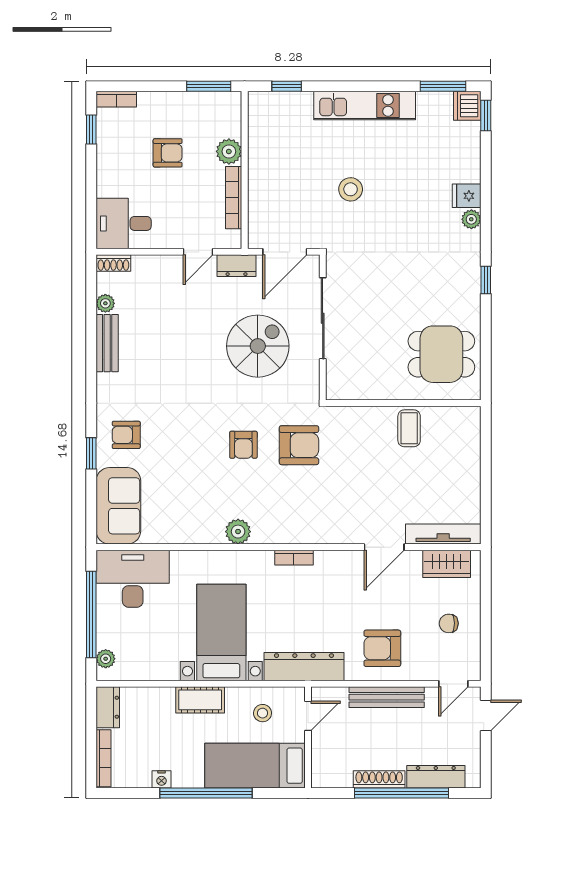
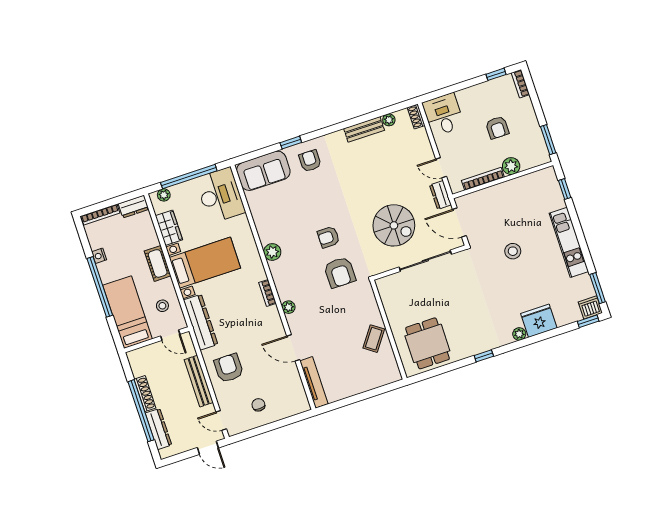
fridge: (467, 196) -> (539, 321), width x1.88, depth x1.34
coffee table: (409, 428) -> (374, 339), turned -54
plant: (324, 535) -> (288, 307), added
wardrobe: (447, 564) -> (169, 228), moved, turned 180

